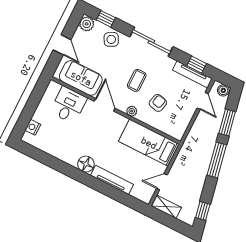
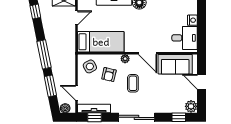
side table: (111, 39) -> (90, 66), moved
desk: (68, 105) -> (185, 38), moved, turned -90
nightstand: (33, 127) -> (192, 20), moved

